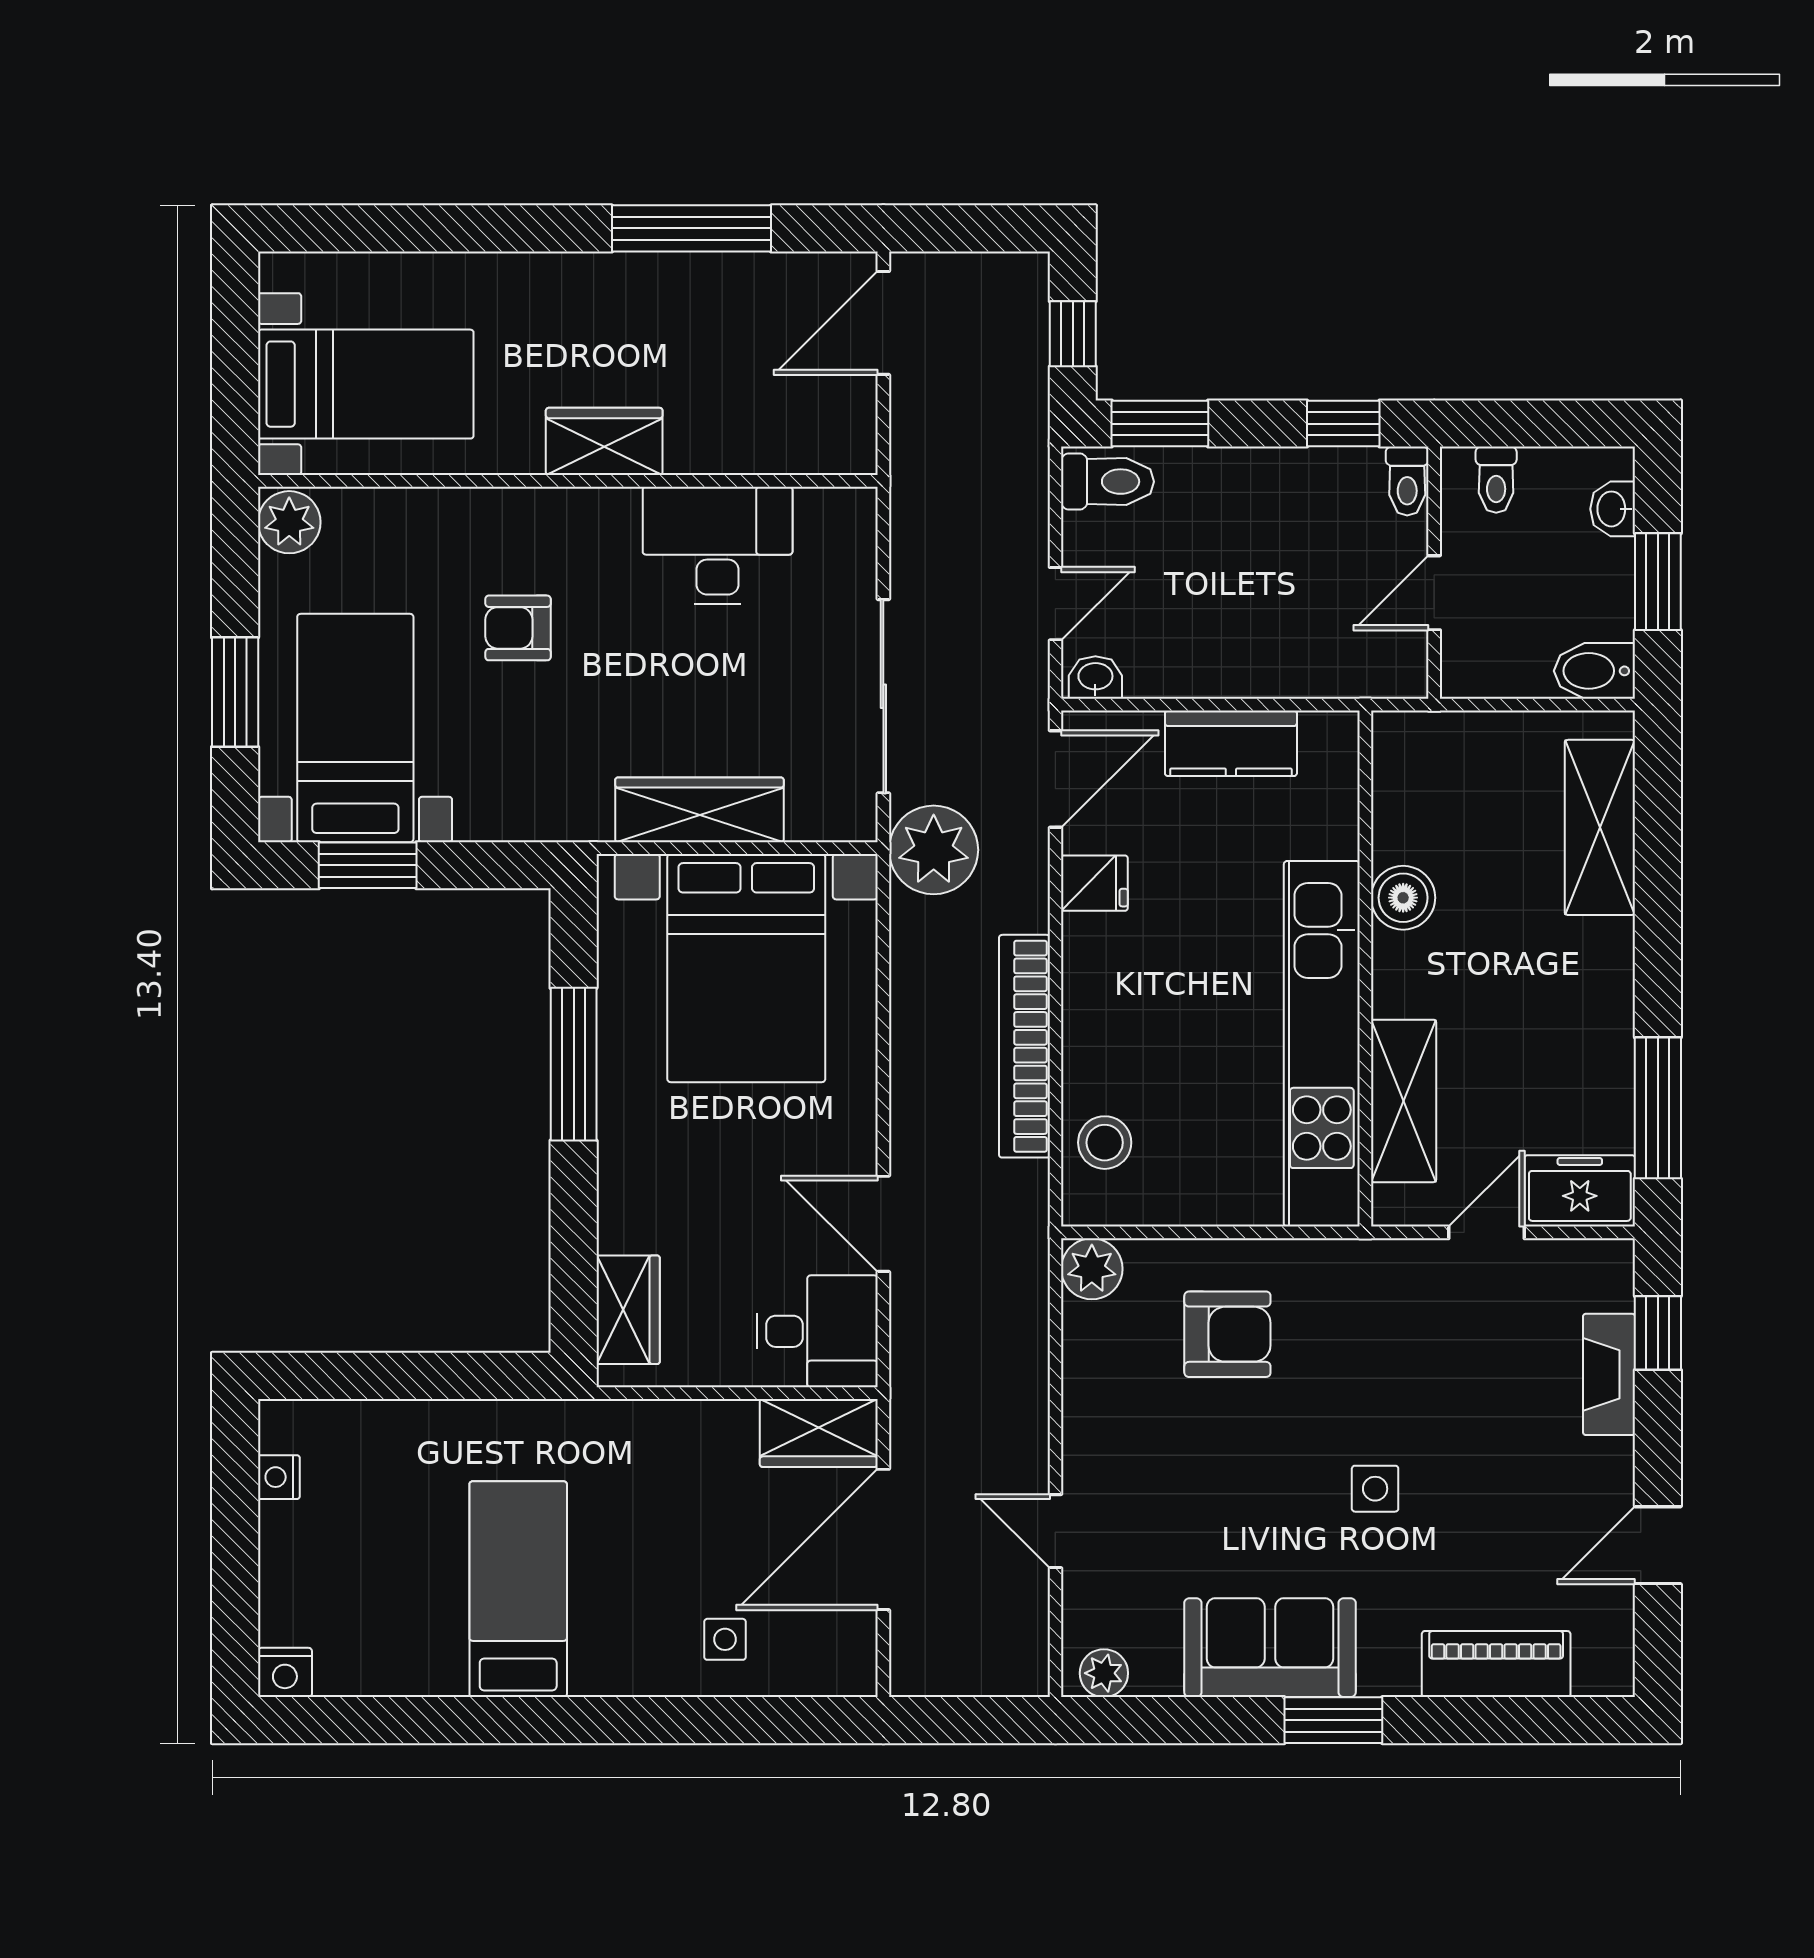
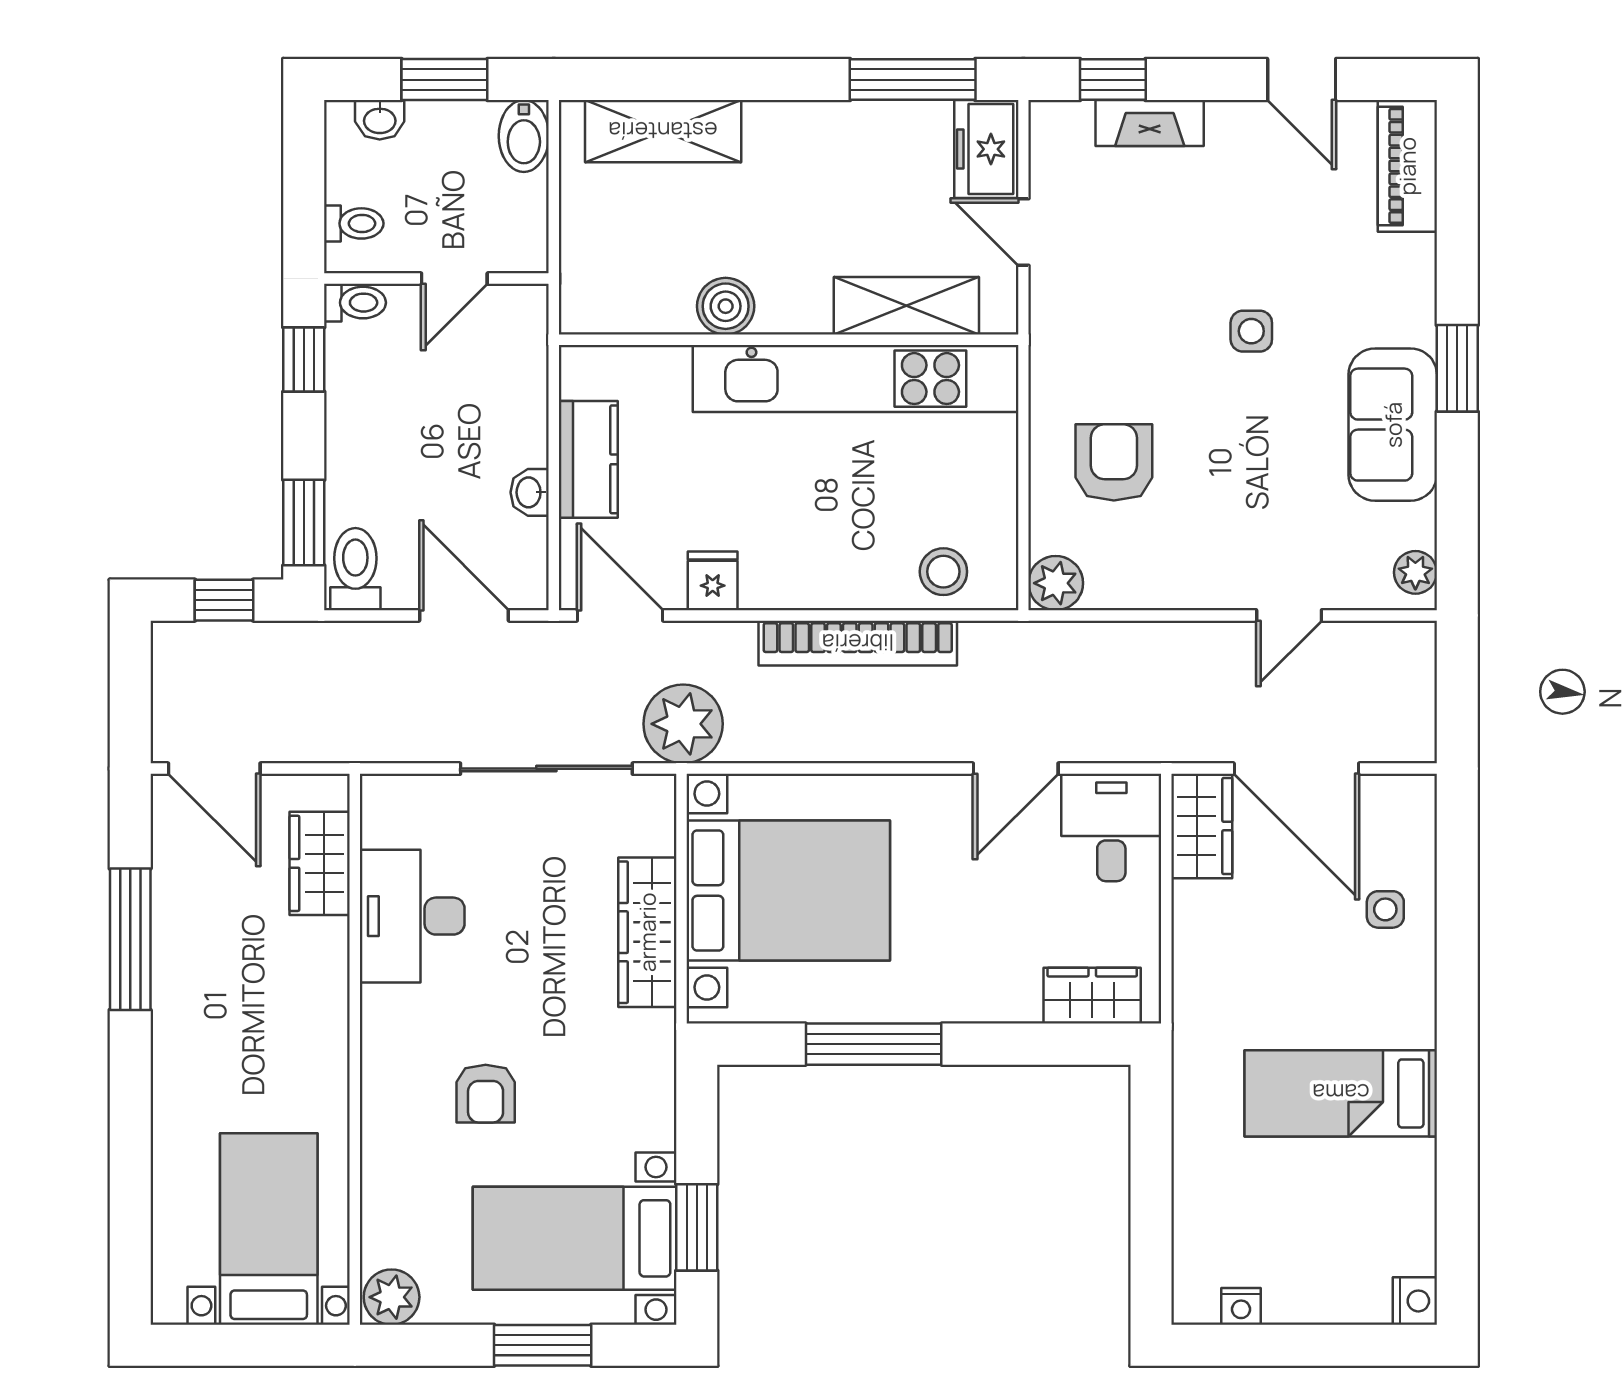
wardrobe: (604, 441) -> (320, 863), moved
door: (1434, 593) -> (454, 279), hinge flipped
door: (1055, 604) -> (464, 615), width x1.38
washbasin: (1095, 677) -> (530, 492), moved
piano: (1496, 1664) -> (1407, 166), moved

